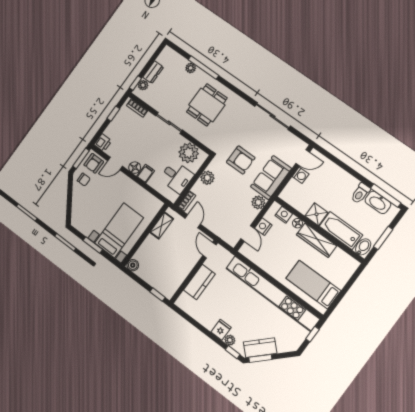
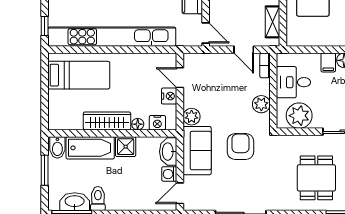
armchair: (241, 160) -> (240, 146), turned 90
washbasin: (290, 191) -> (168, 152), added

